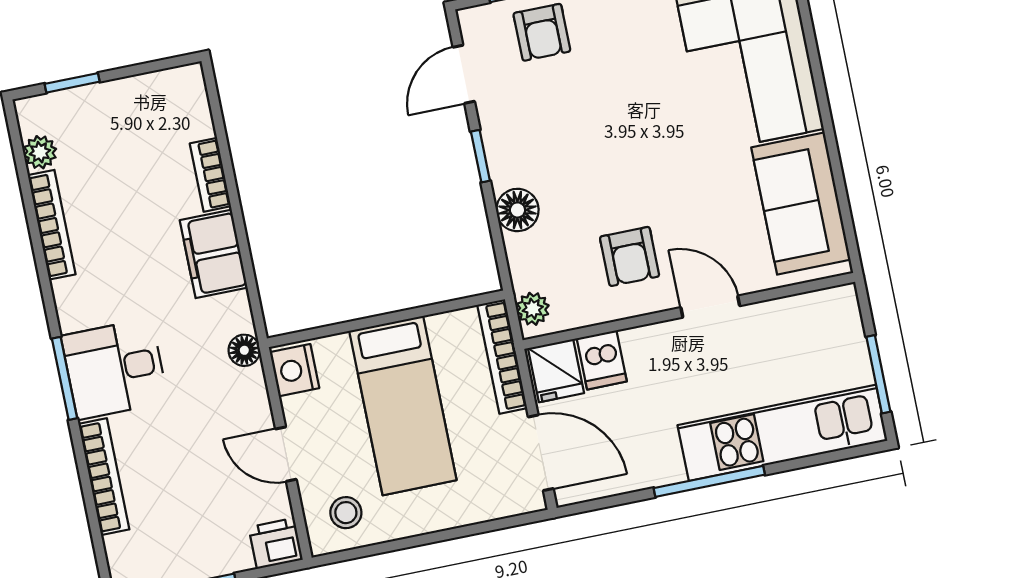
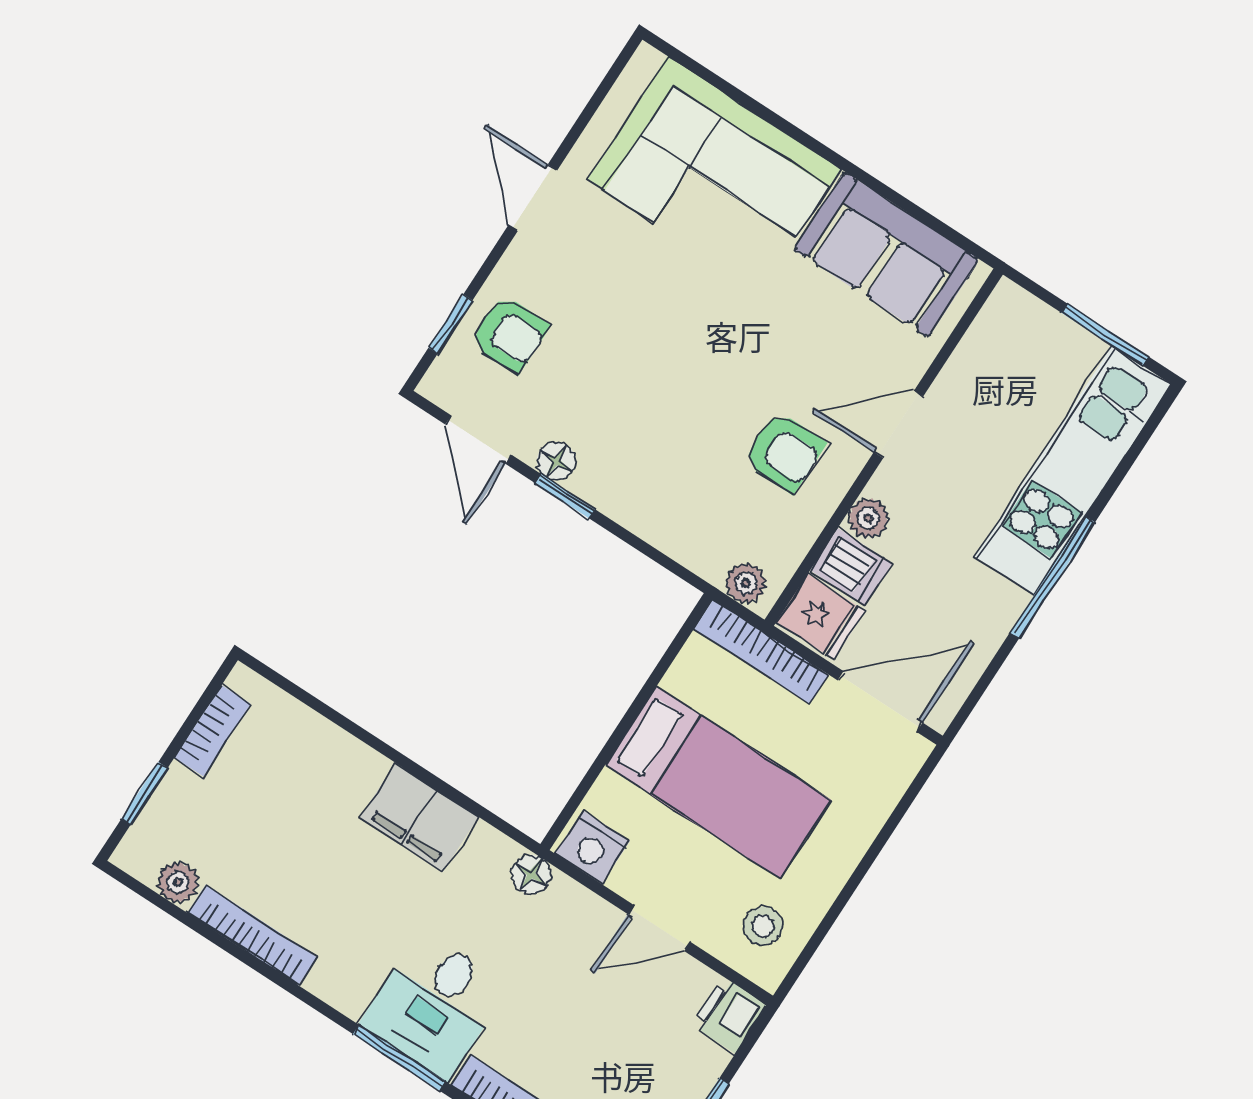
bookcase: (210, 175) -> (212, 731), moved, turned -90
floor lamp: (517, 210) -> (556, 461), moved, width x0.73, depth x0.73
plant: (639, 342) -> (868, 518), added

